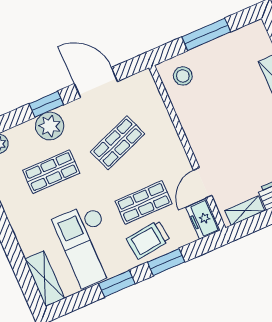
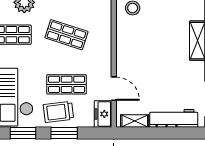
shop shelf: (117, 143) -> (67, 35), turned 39
door: (203, 183) -> (114, 89), swing flipped

